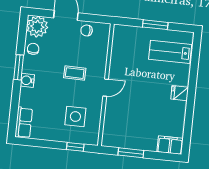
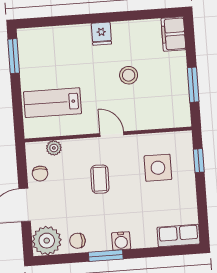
window: (155, 25) -> (14, 56), moved
plant: (103, 44) -> (54, 148), added
lab bench: (170, 52) -> (53, 103), moved, turned 90
stool: (146, 107) -> (129, 75), added

